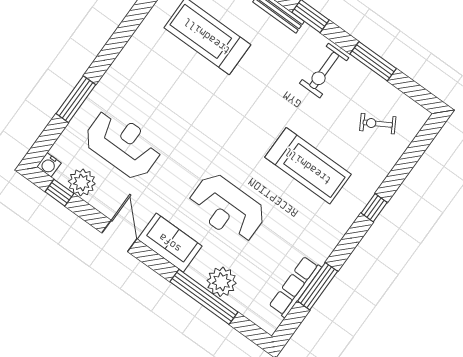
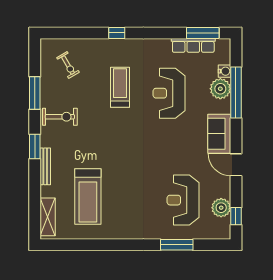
water cooler: (49, 165) -> (225, 71), moved
treadmill: (308, 166) -> (120, 87), width x0.73, depth x0.73
reception desk: (227, 208) -> (169, 93), moved, turned 180
door: (119, 236) -> (236, 165), hinge flipped
window: (318, 286) -> (203, 33), moved

